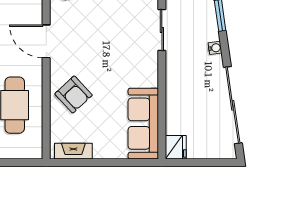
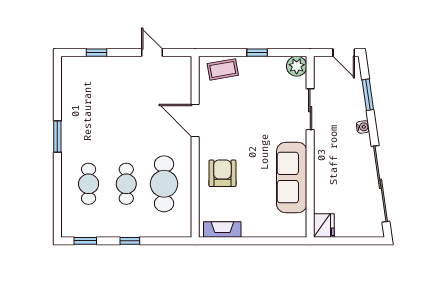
armchair: (74, 94) -> (222, 173), turned -137
sofa: (143, 124) -> (292, 177), moved

